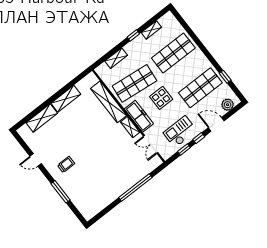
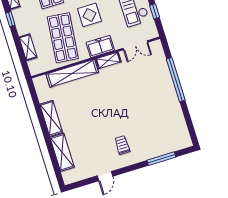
freezer: (139, 116) -> (100, 46), width x0.71
window: (61, 192) -> (161, 159), moved

